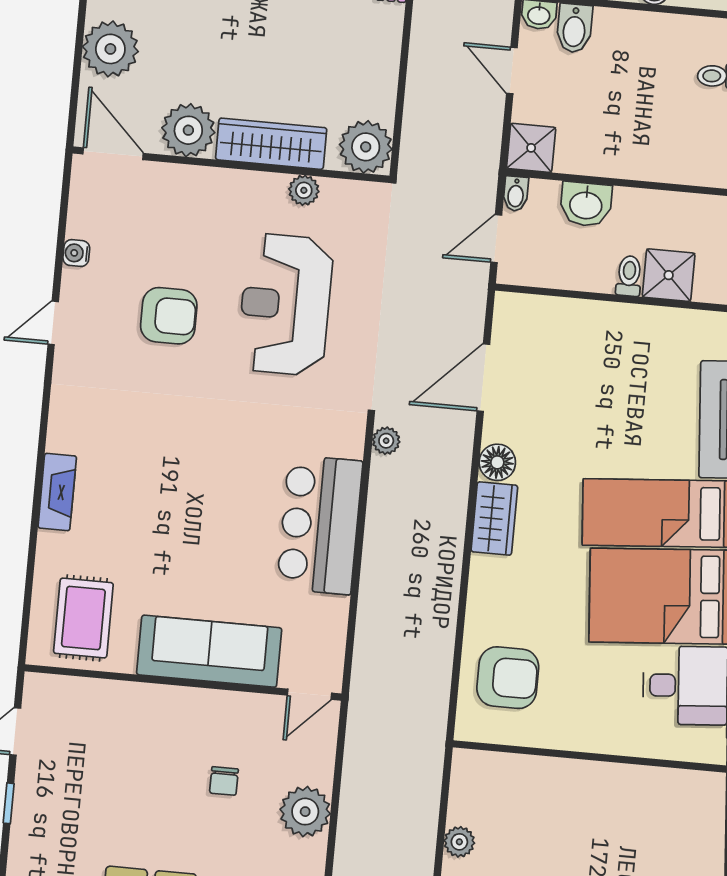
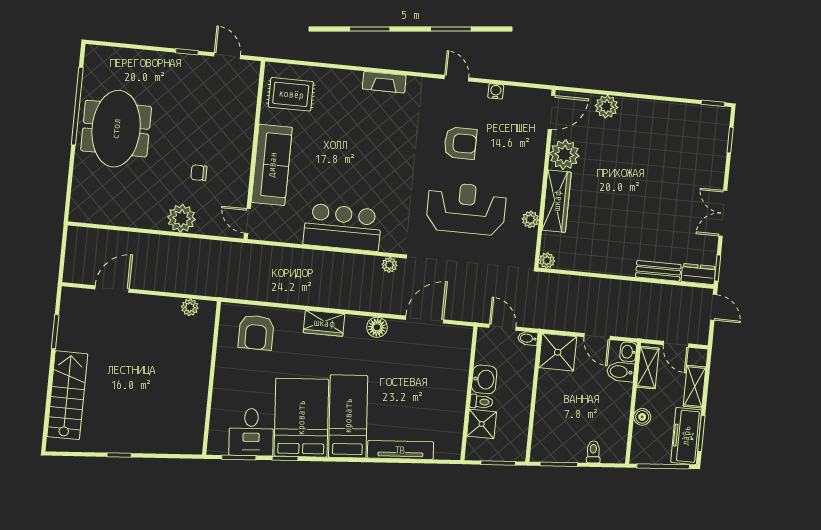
plant: (110, 49) -> (606, 107), width x0.73, depth x0.73
door: (512, 71) -> (597, 336), swing flipped
plant: (366, 147) -> (547, 260), width x0.53, depth x0.53
shower: (531, 148) -> (558, 352), width x1.36, depth x1.36
washbasin: (586, 204) -> (484, 379), moved, turned 180
armchair: (169, 316) -> (460, 143), turned -90
door: (483, 378) -> (425, 320), hinge flipped
fireplace: (57, 492) -> (384, 82), moved
wardrobe: (494, 519) -> (324, 323), moved
plant: (459, 842) -> (190, 307), moved

